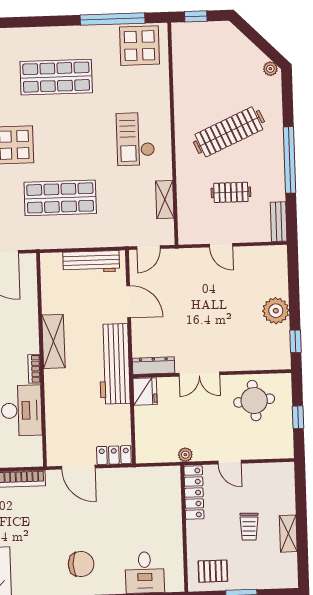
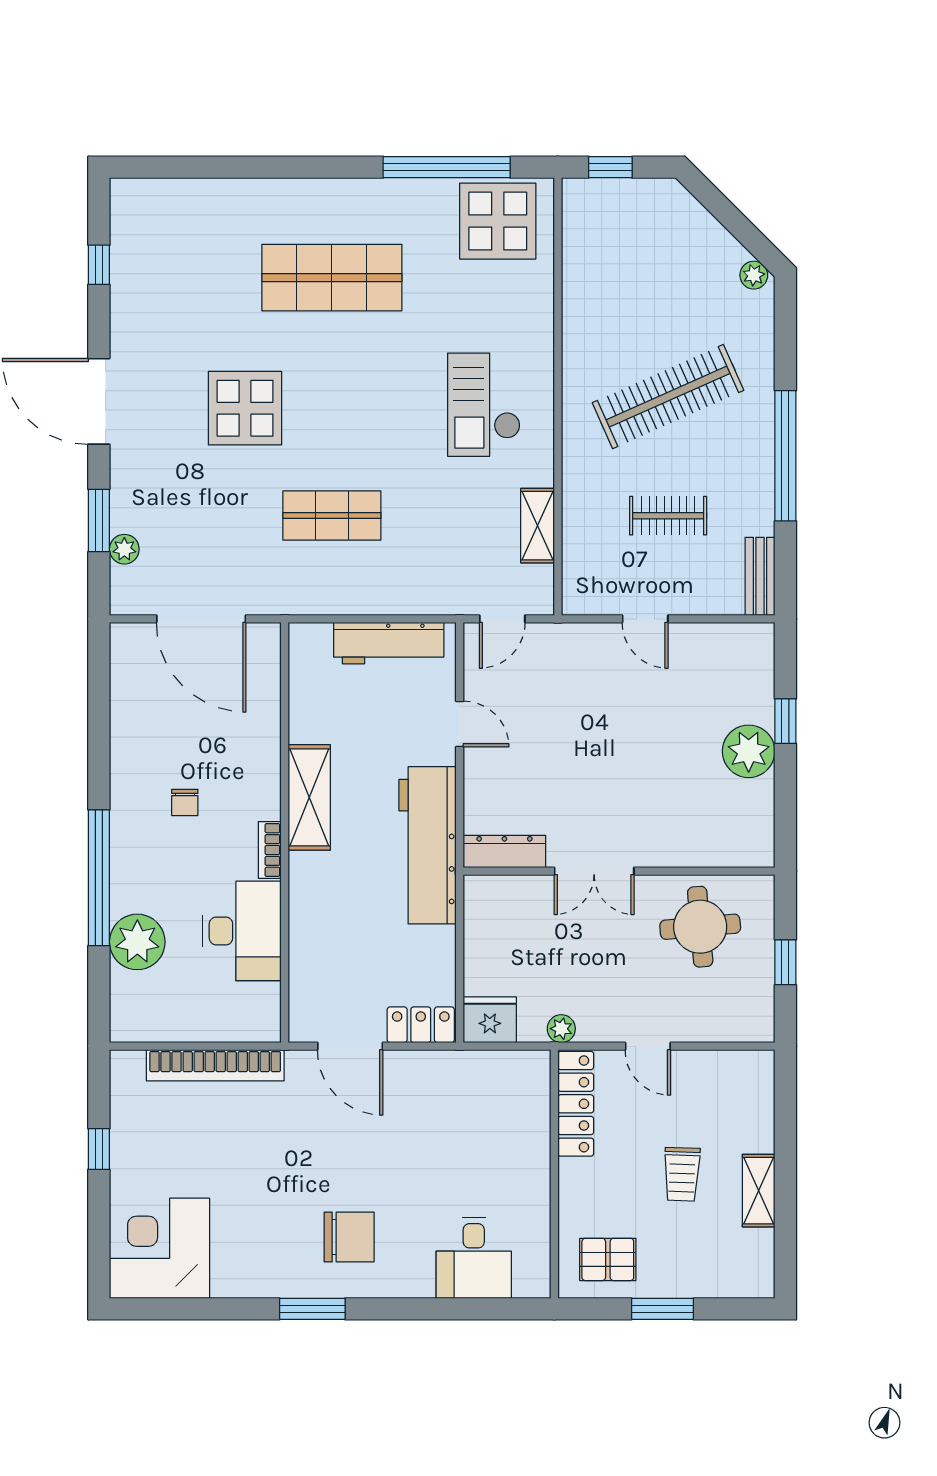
shop shelf: (60, 198) -> (332, 515), width x0.70, depth x0.74
door: (129, 302) -> (460, 724), width x0.73
window: (296, 341) -> (785, 721), moved
fridge: (145, 391) -> (490, 1020), moved, turned -90

